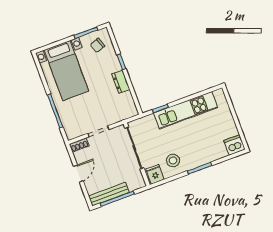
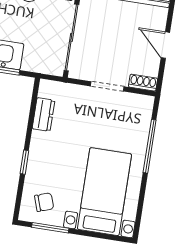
dresser: (121, 82) -> (44, 115), moved
door: (78, 174) -> (165, 45), hinge flipped

